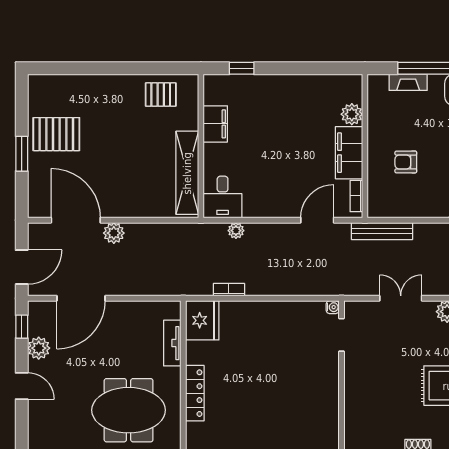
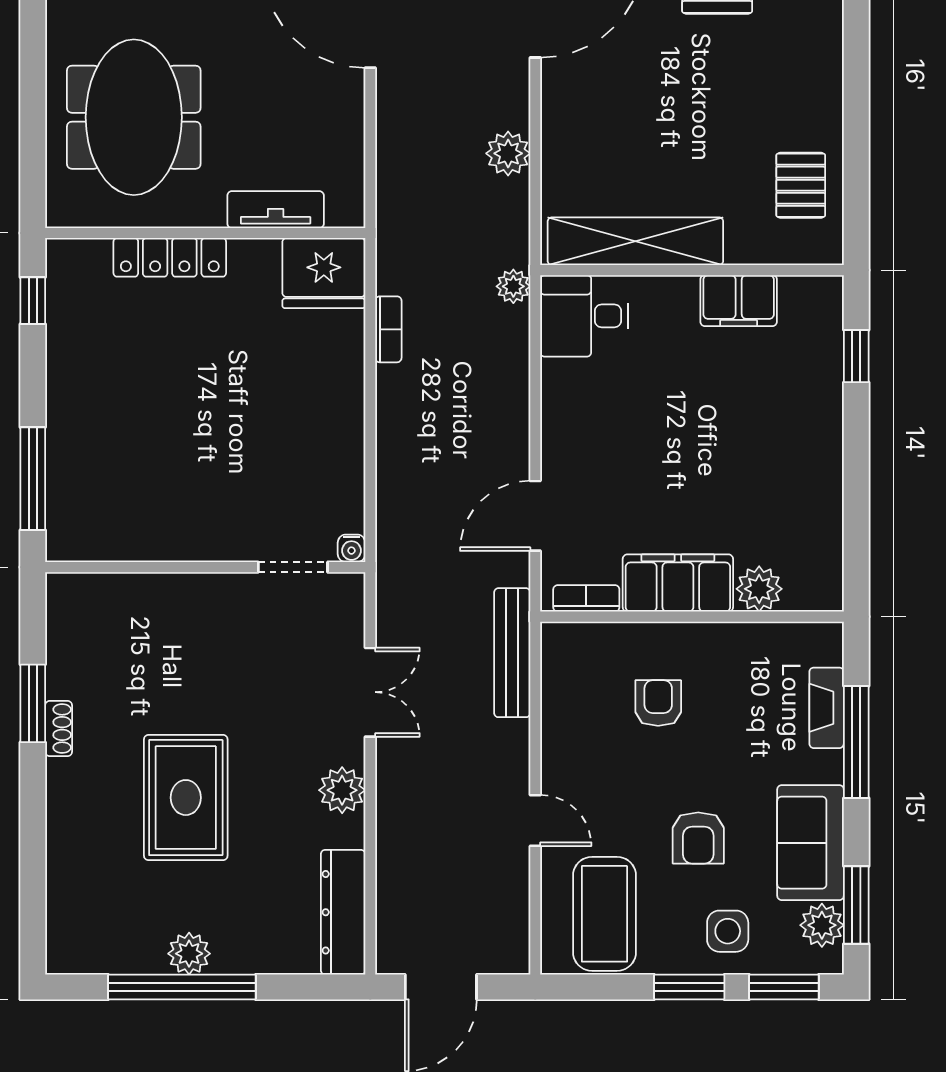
door: (317, 220) -> (535, 516), swing flipped
plant: (236, 231) -> (513, 286), moved
plant: (114, 233) -> (508, 153), moved

